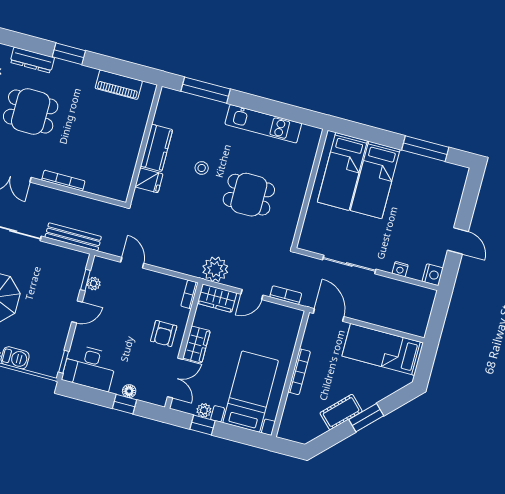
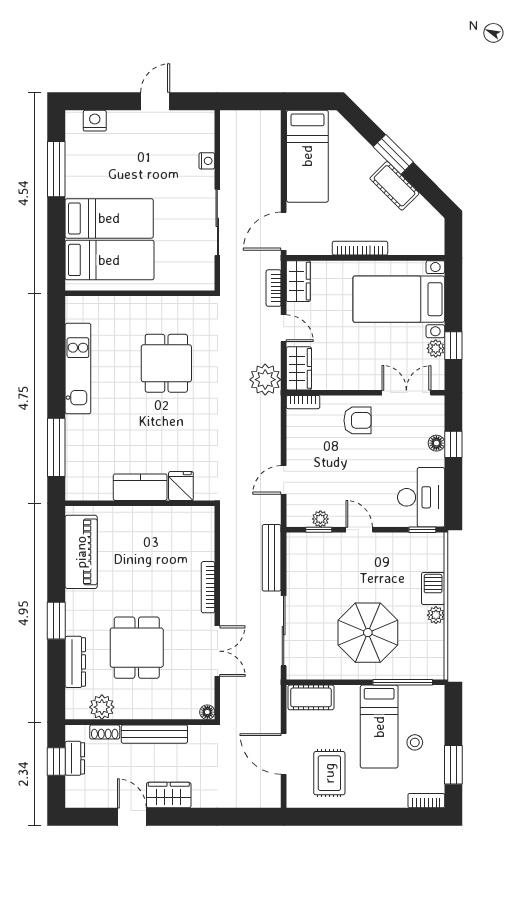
piano: (119, 85) -> (81, 552), width x1.37, depth x1.33
stool: (202, 168) -> (150, 428), removed
nightstand: (433, 275) -> (95, 121), moved
wardrobe: (196, 344) -> (298, 281), moved, turned 90

